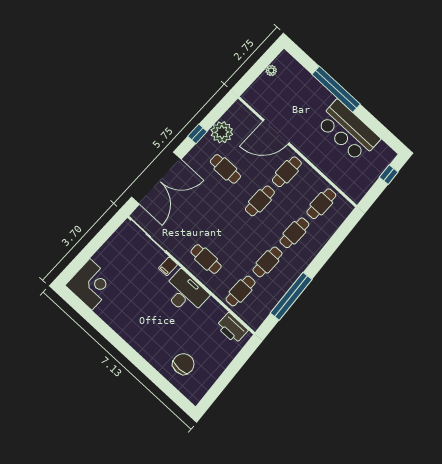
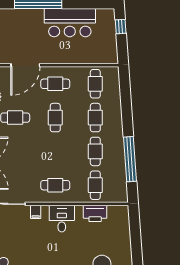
cafe table: (287, 172) -> (55, 84), turned 90
desk: (185, 293) -> (62, 219), width x0.73
printer: (232, 328) -> (95, 213), moved

